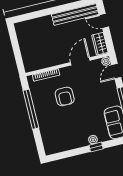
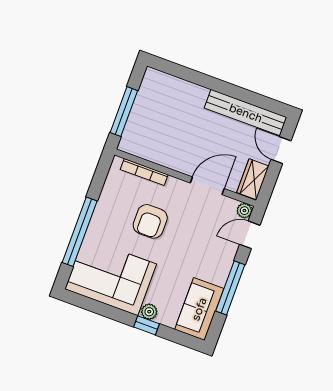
window: (17, 53) -> (124, 112), added
window: (31, 109) -> (80, 232), moved
corner sofa: (63, 135) -> (111, 277), added

